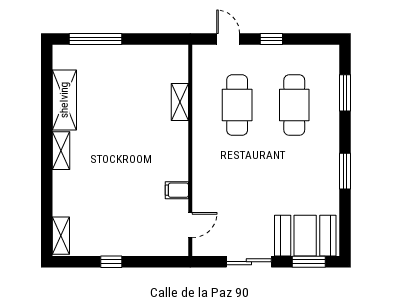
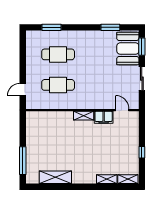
window: (271, 39) -> (23, 67), removed
shelving: (180, 102) -> (84, 116), moved
shelving: (61, 151) -> (107, 179), moved
window: (345, 171) -> (110, 27), moved
filing cabinet: (177, 190) -> (104, 117), width x2.00

